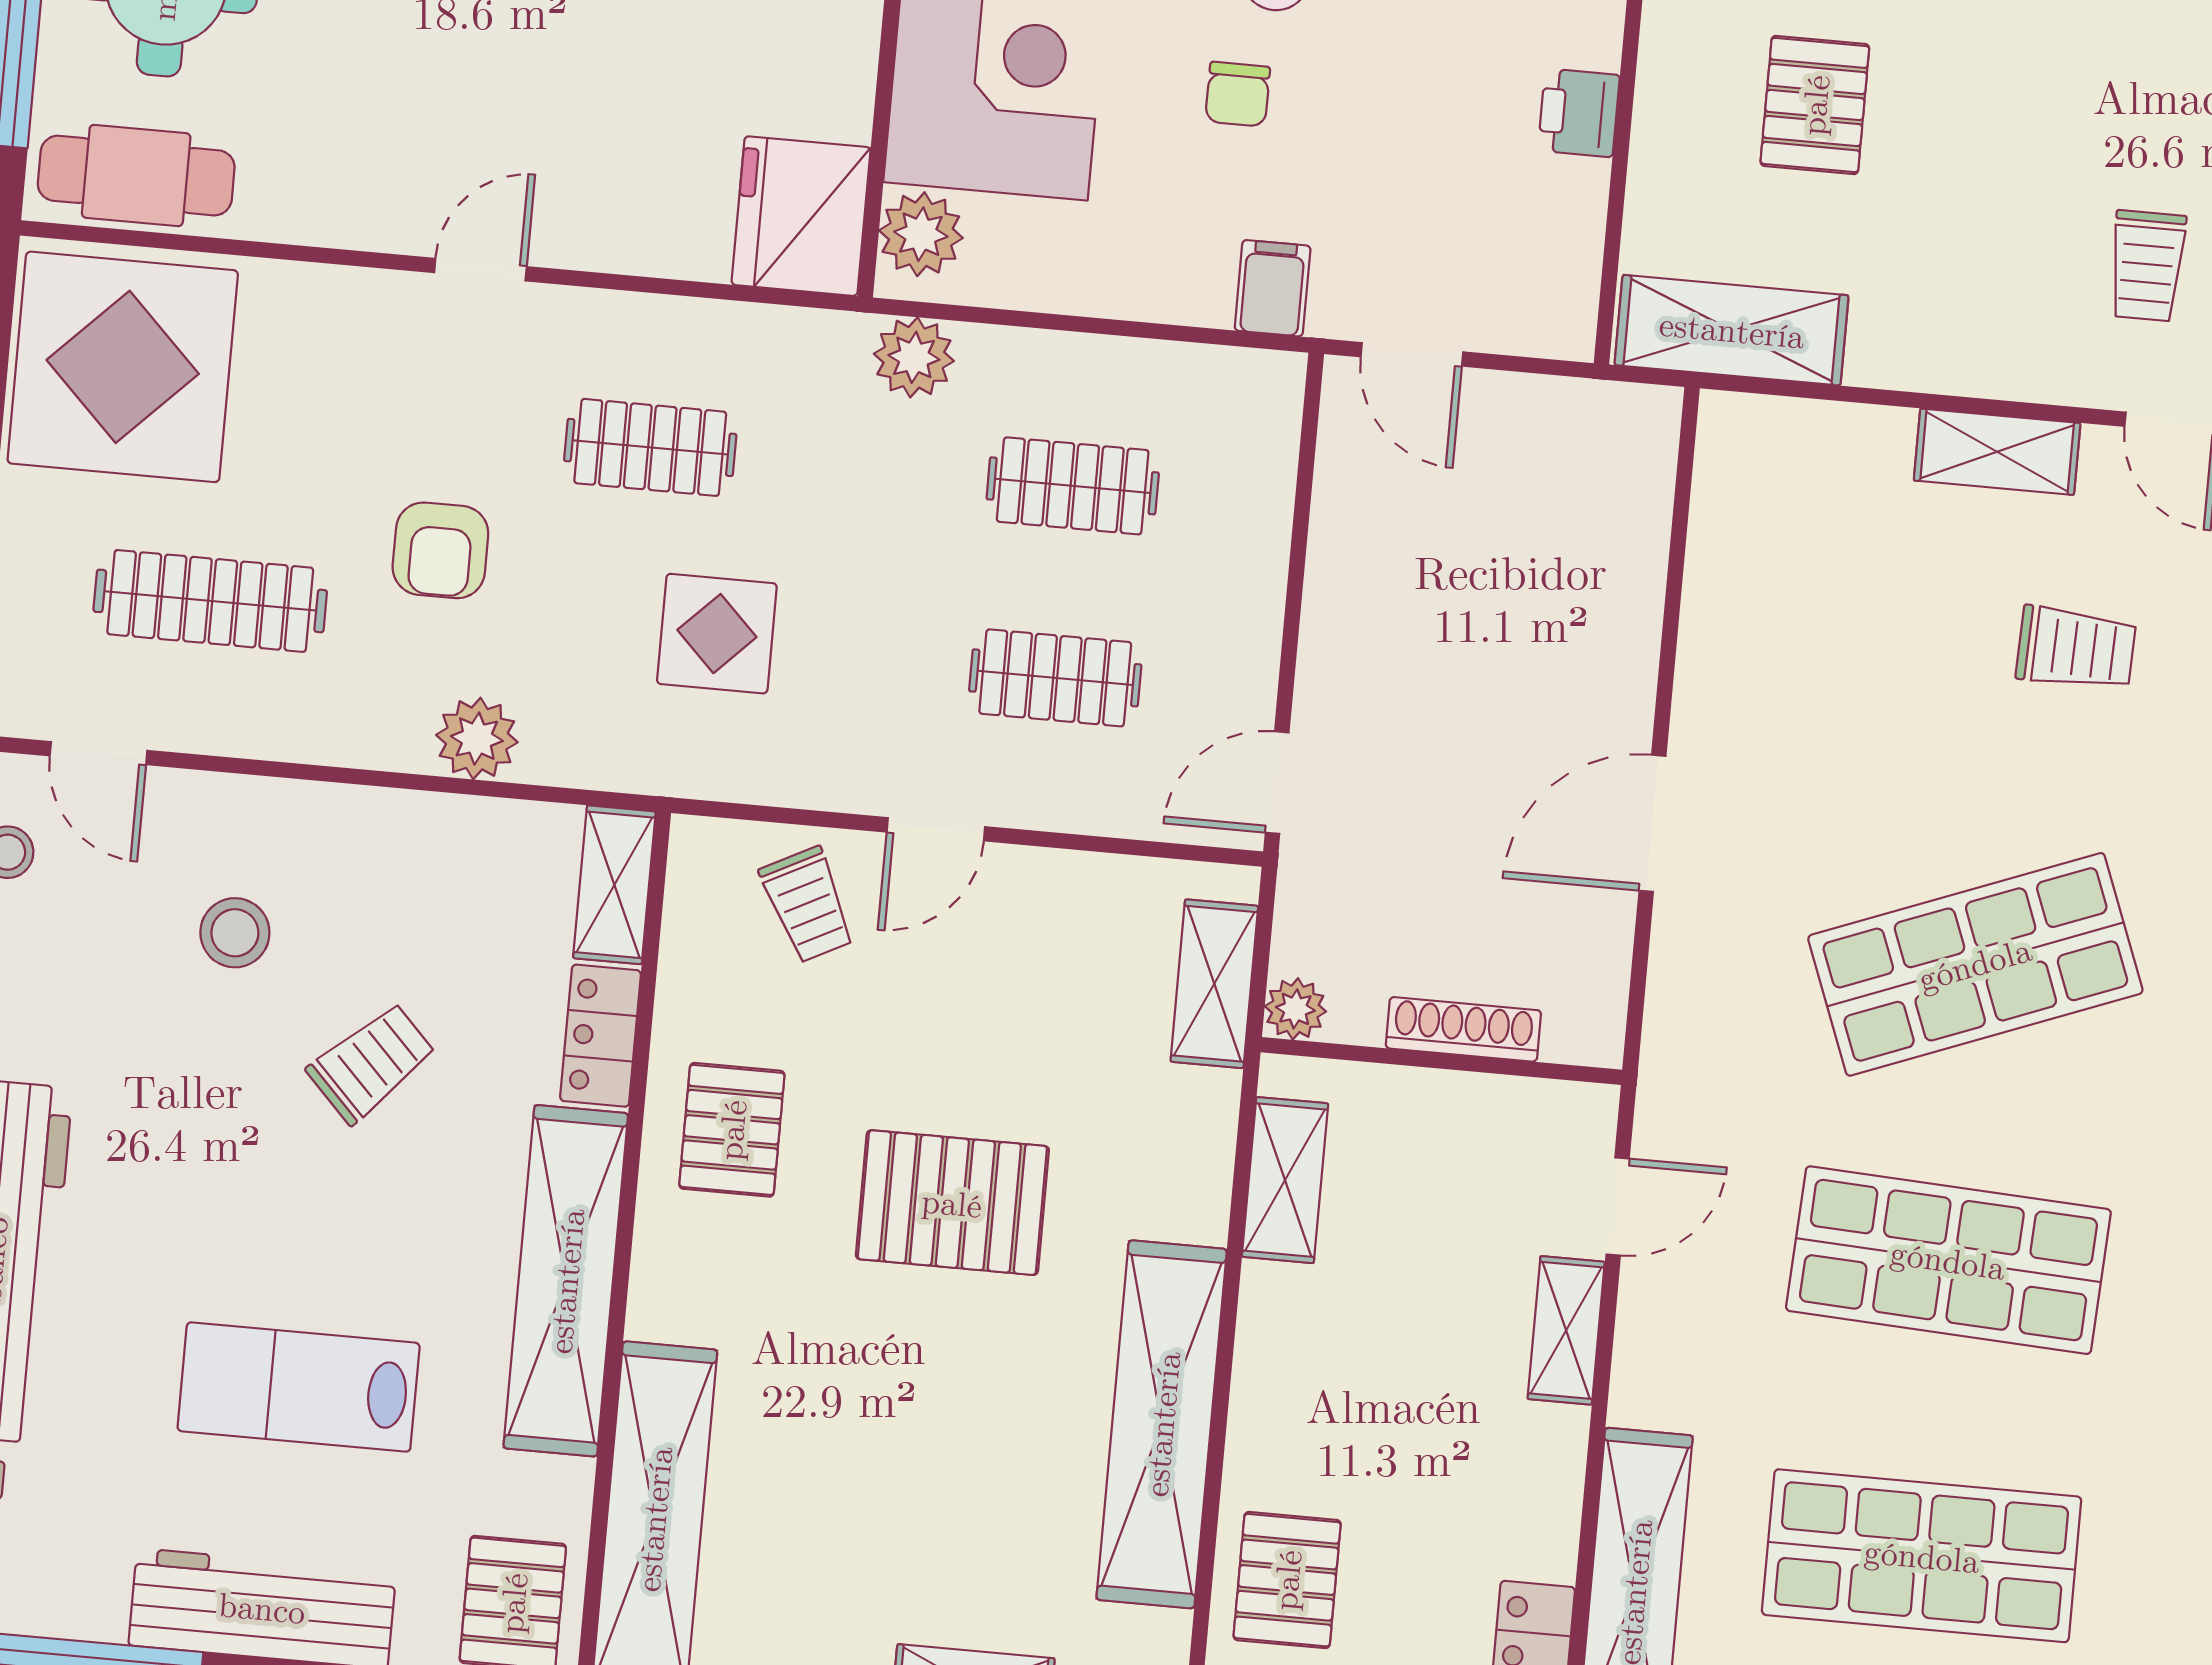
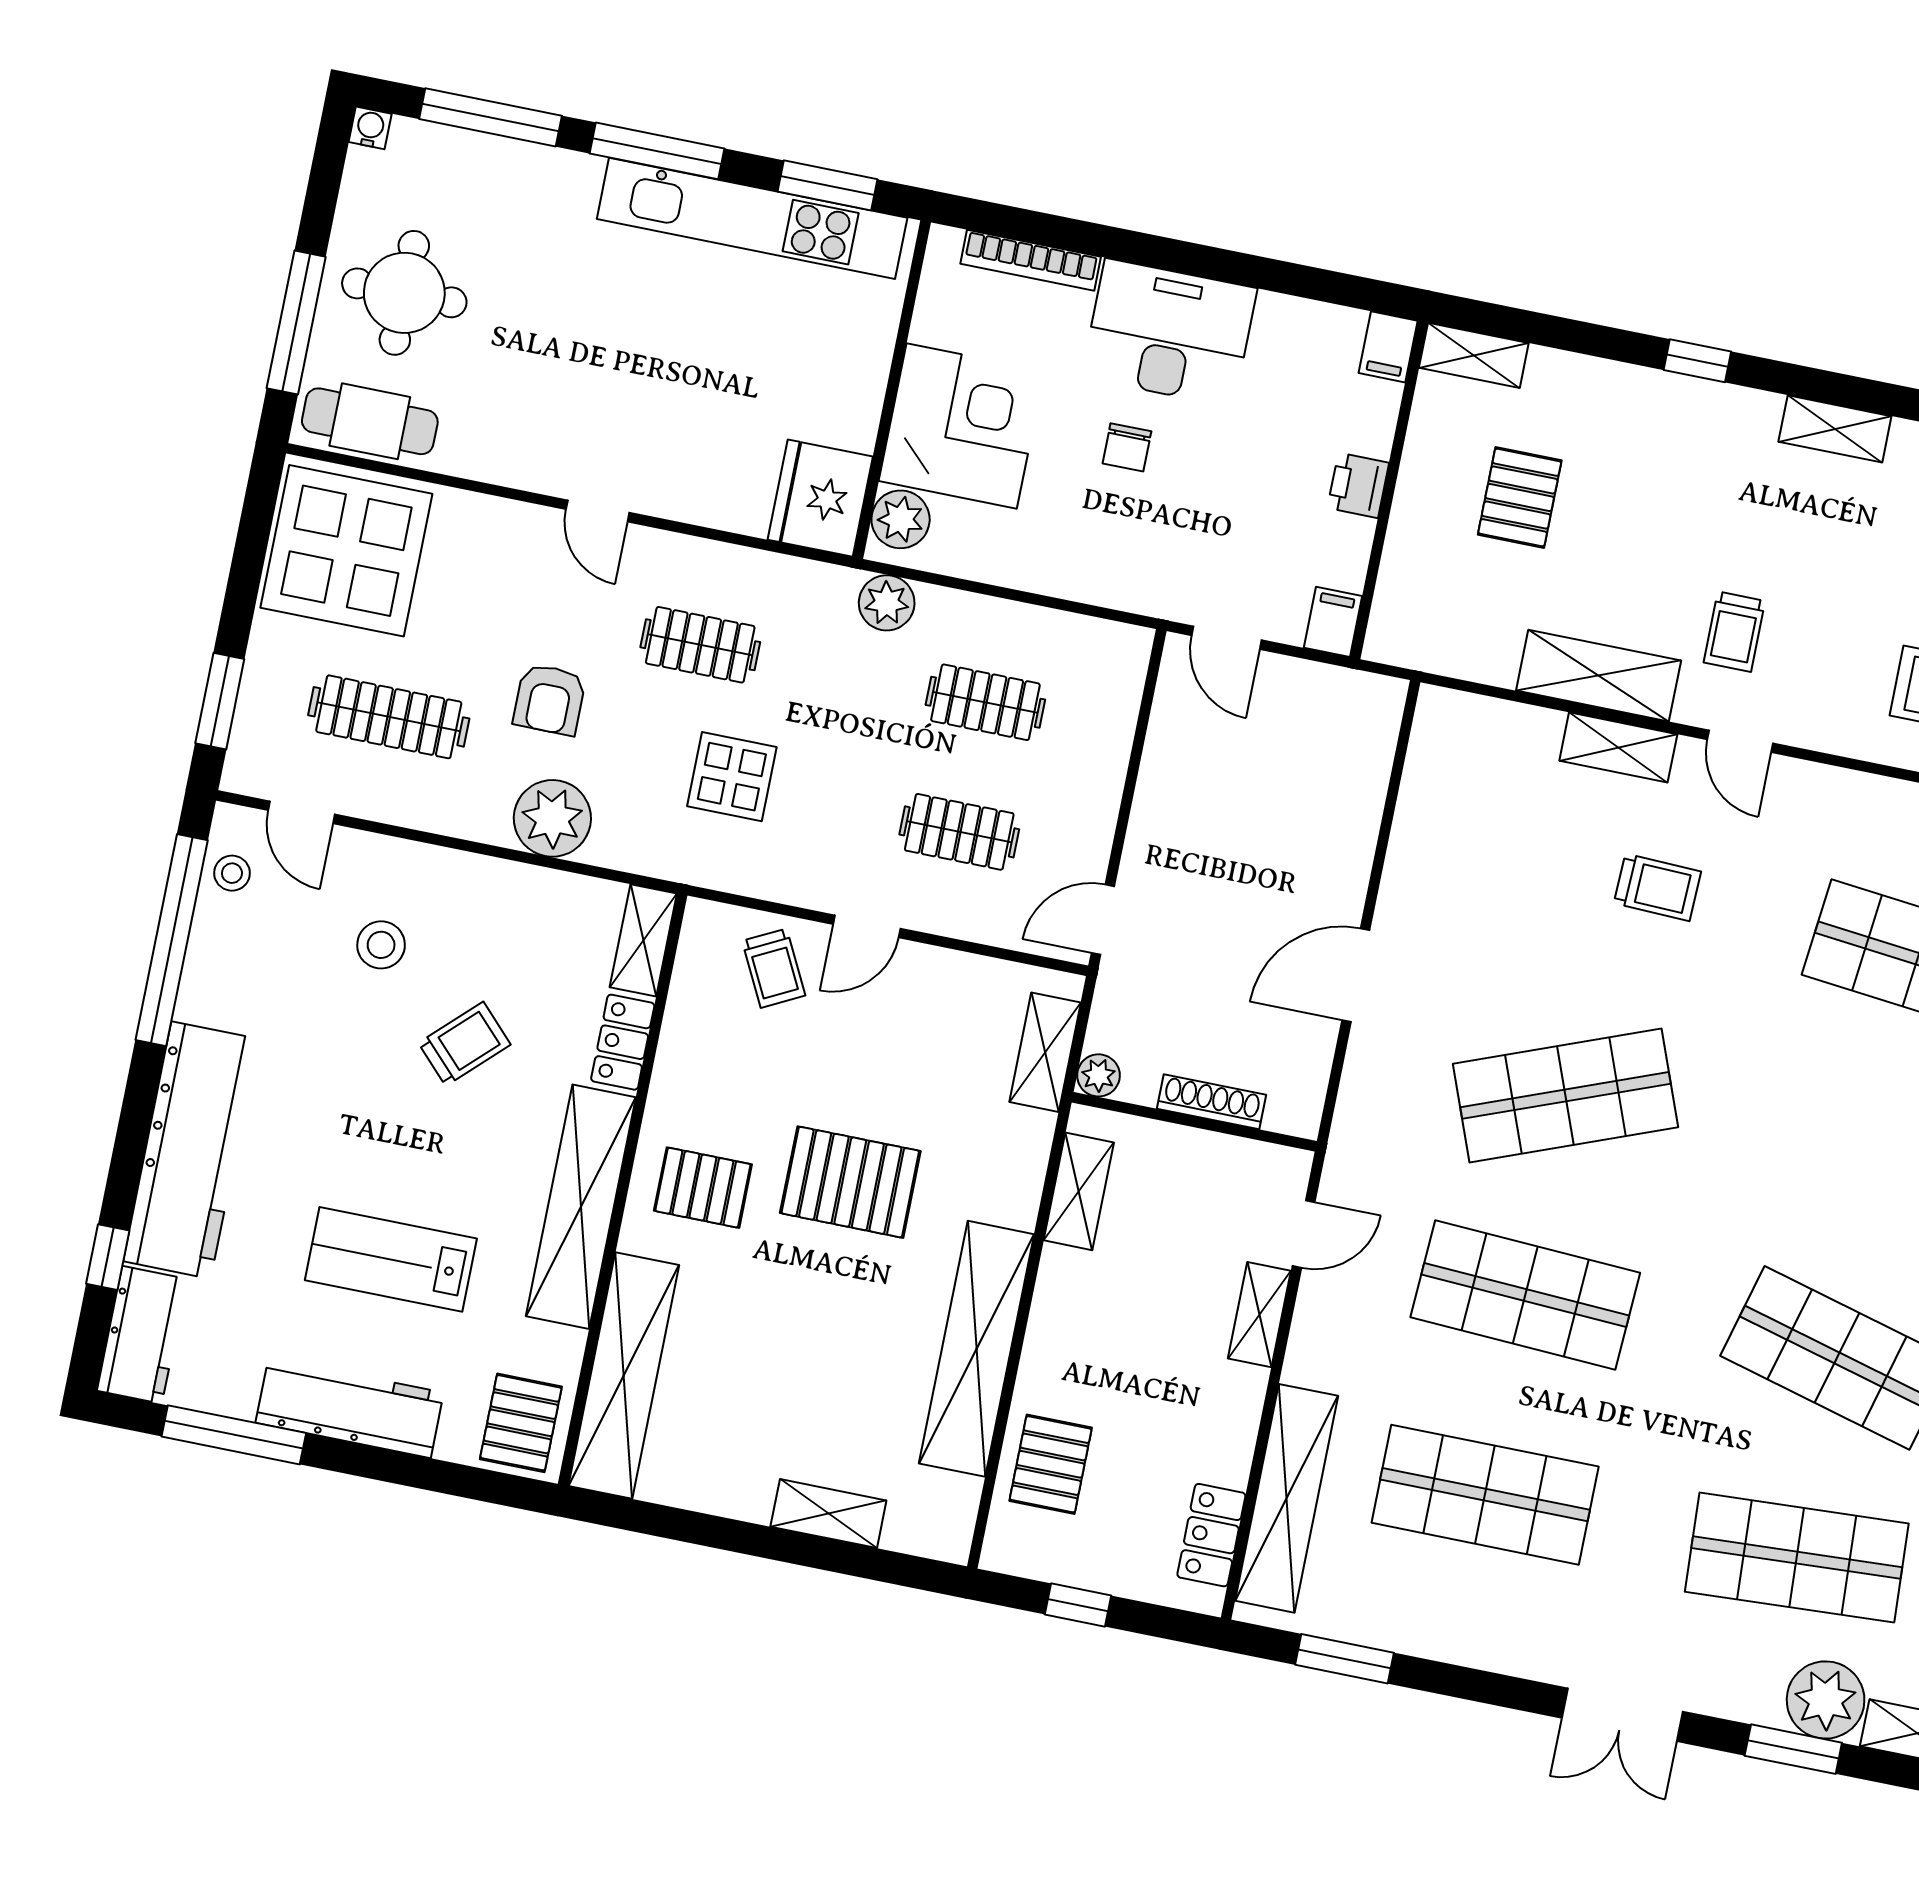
door: (480, 270) -> (598, 511), swing flipped
filing cabinet: (1273, 288) -> (1333, 622), moved
shelving: (1732, 330) -> (1599, 676), moved
plant: (477, 739) -> (552, 818), width x1.36, depth x1.36
pallet: (732, 1130) -> (703, 1188), moved, turned 90

